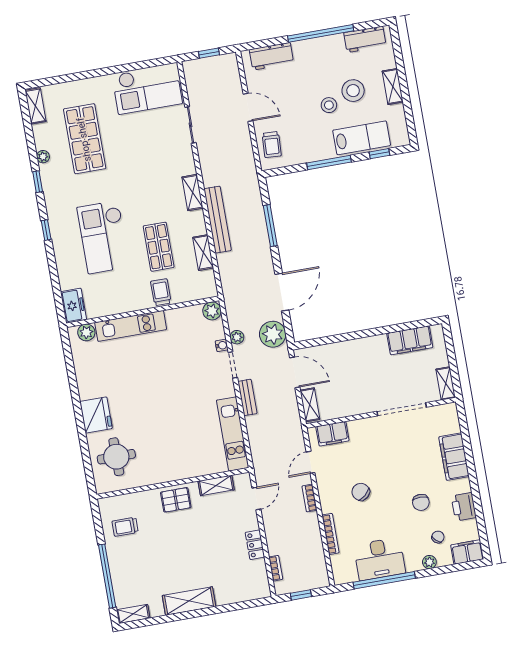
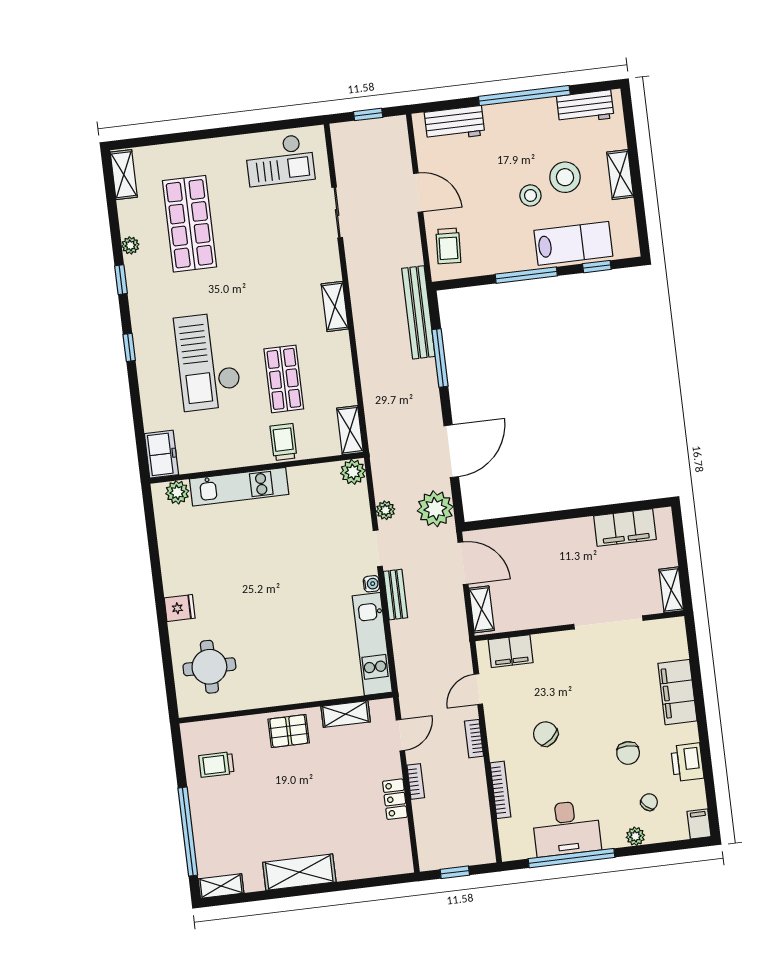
checkout: (147, 89) -> (280, 160), width x0.73, depth x0.83
bench: (218, 220) -> (418, 312), moved
shelving: (203, 253) -> (350, 430), moved
water cooler: (222, 345) -> (371, 584), moved
fridge: (96, 415) -> (180, 608), width x0.53, depth x0.75
filing cabinet: (467, 552) -> (699, 824), width x0.50
bookcase: (276, 568) -> (416, 781), moved

